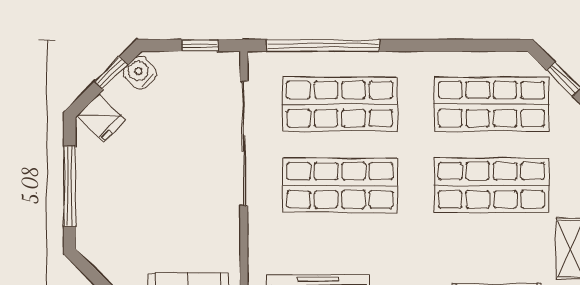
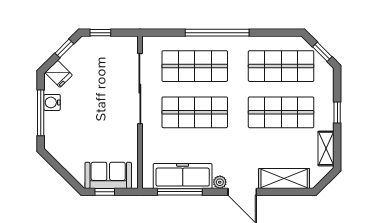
window: (200, 45) -> (100, 33), moved
window: (323, 45) -> (217, 33), moved
water cooler: (140, 73) -> (52, 102), moved, turned -45

